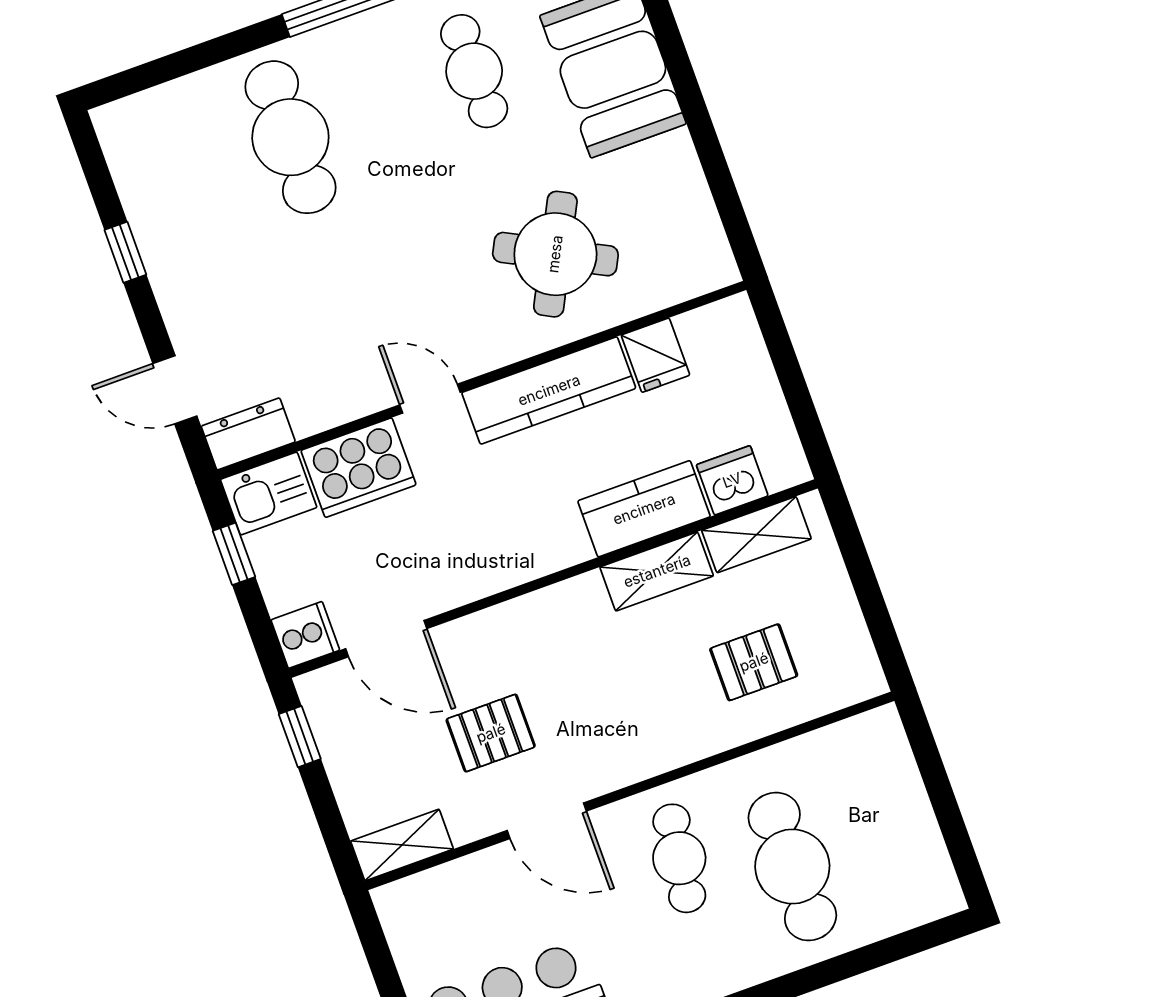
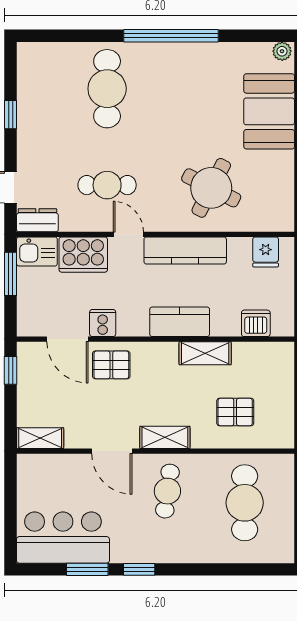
cafe table: (474, 71) -> (107, 185), moved, turned 90
fridge: (655, 355) -> (266, 252), moved
kitchen counter: (644, 509) -> (180, 322), moved
shelving: (756, 535) -> (165, 437), moved
window: (234, 554) -> (11, 274), width x1.50
cooker: (305, 635) -> (103, 323), moved, turned -90
pallet: (491, 733) -> (111, 365), moved
cafe table: (792, 867) -> (245, 503), moved

